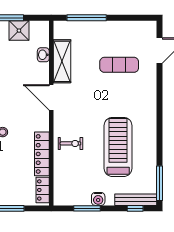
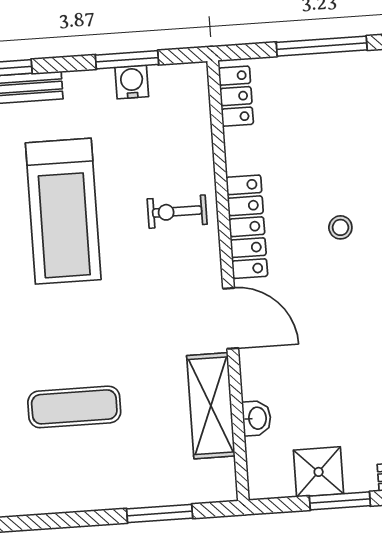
window: (87, 18) -> (160, 514), width x0.69
locker: (42, 154) -> (247, 227), moved
water cooler: (98, 199) -> (132, 82), moved

